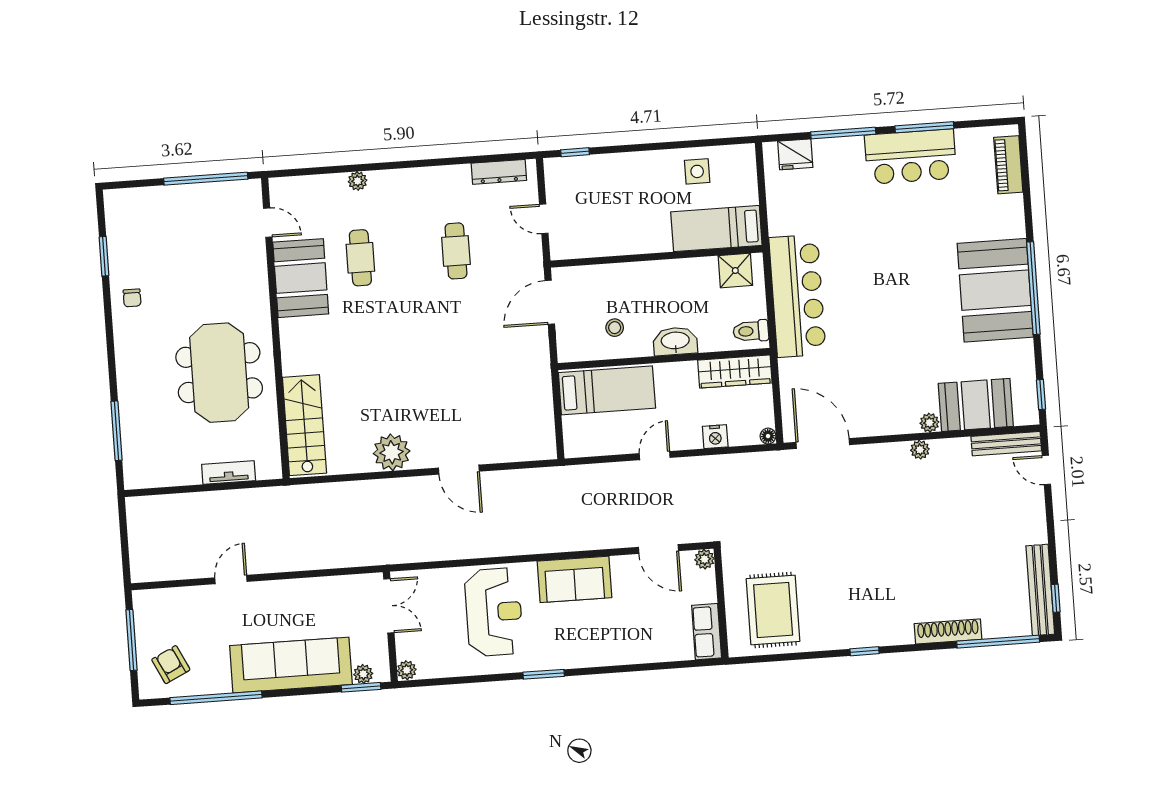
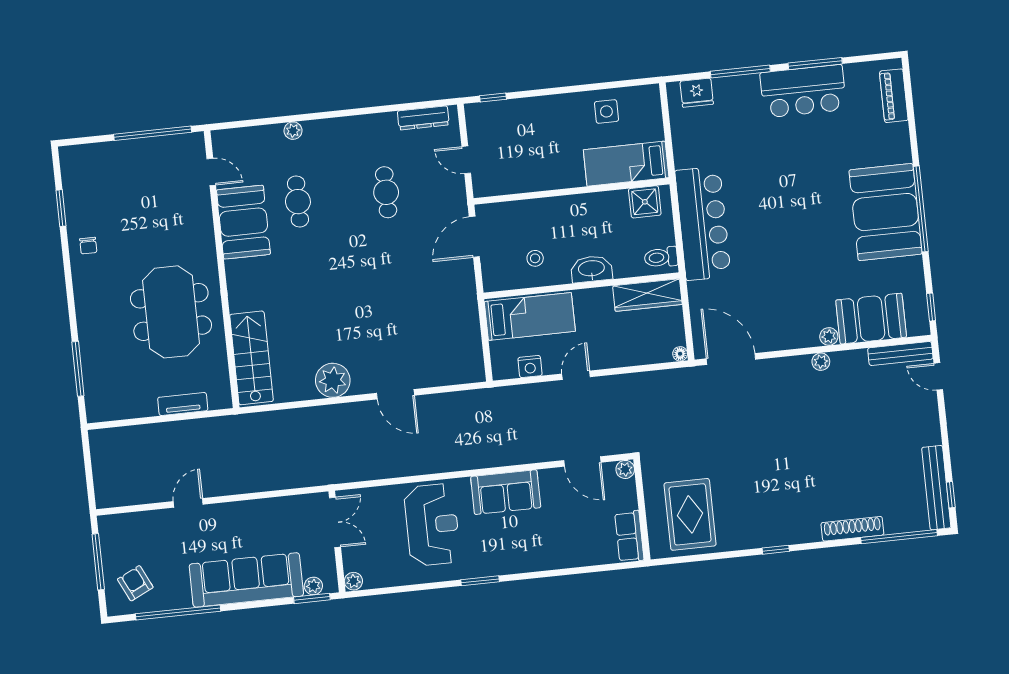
nightstand: (715, 437) -> (530, 367), moved

